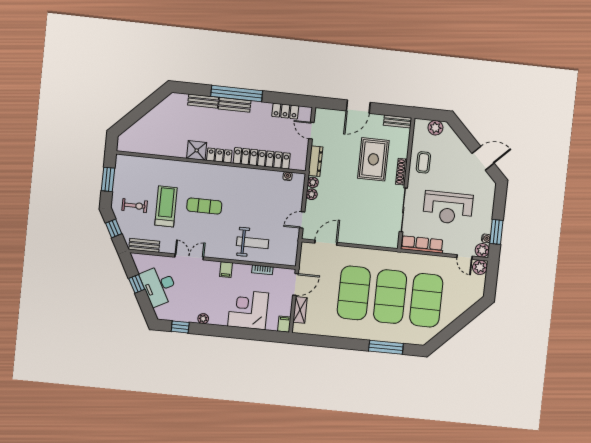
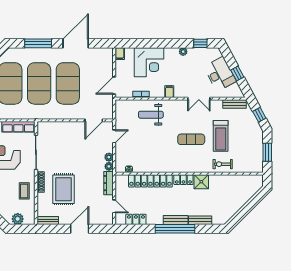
exercise bike: (135, 206) -> (223, 164), moved
shelving: (300, 310) -> (108, 66), removed
door: (339, 343) -> (76, 43), added

